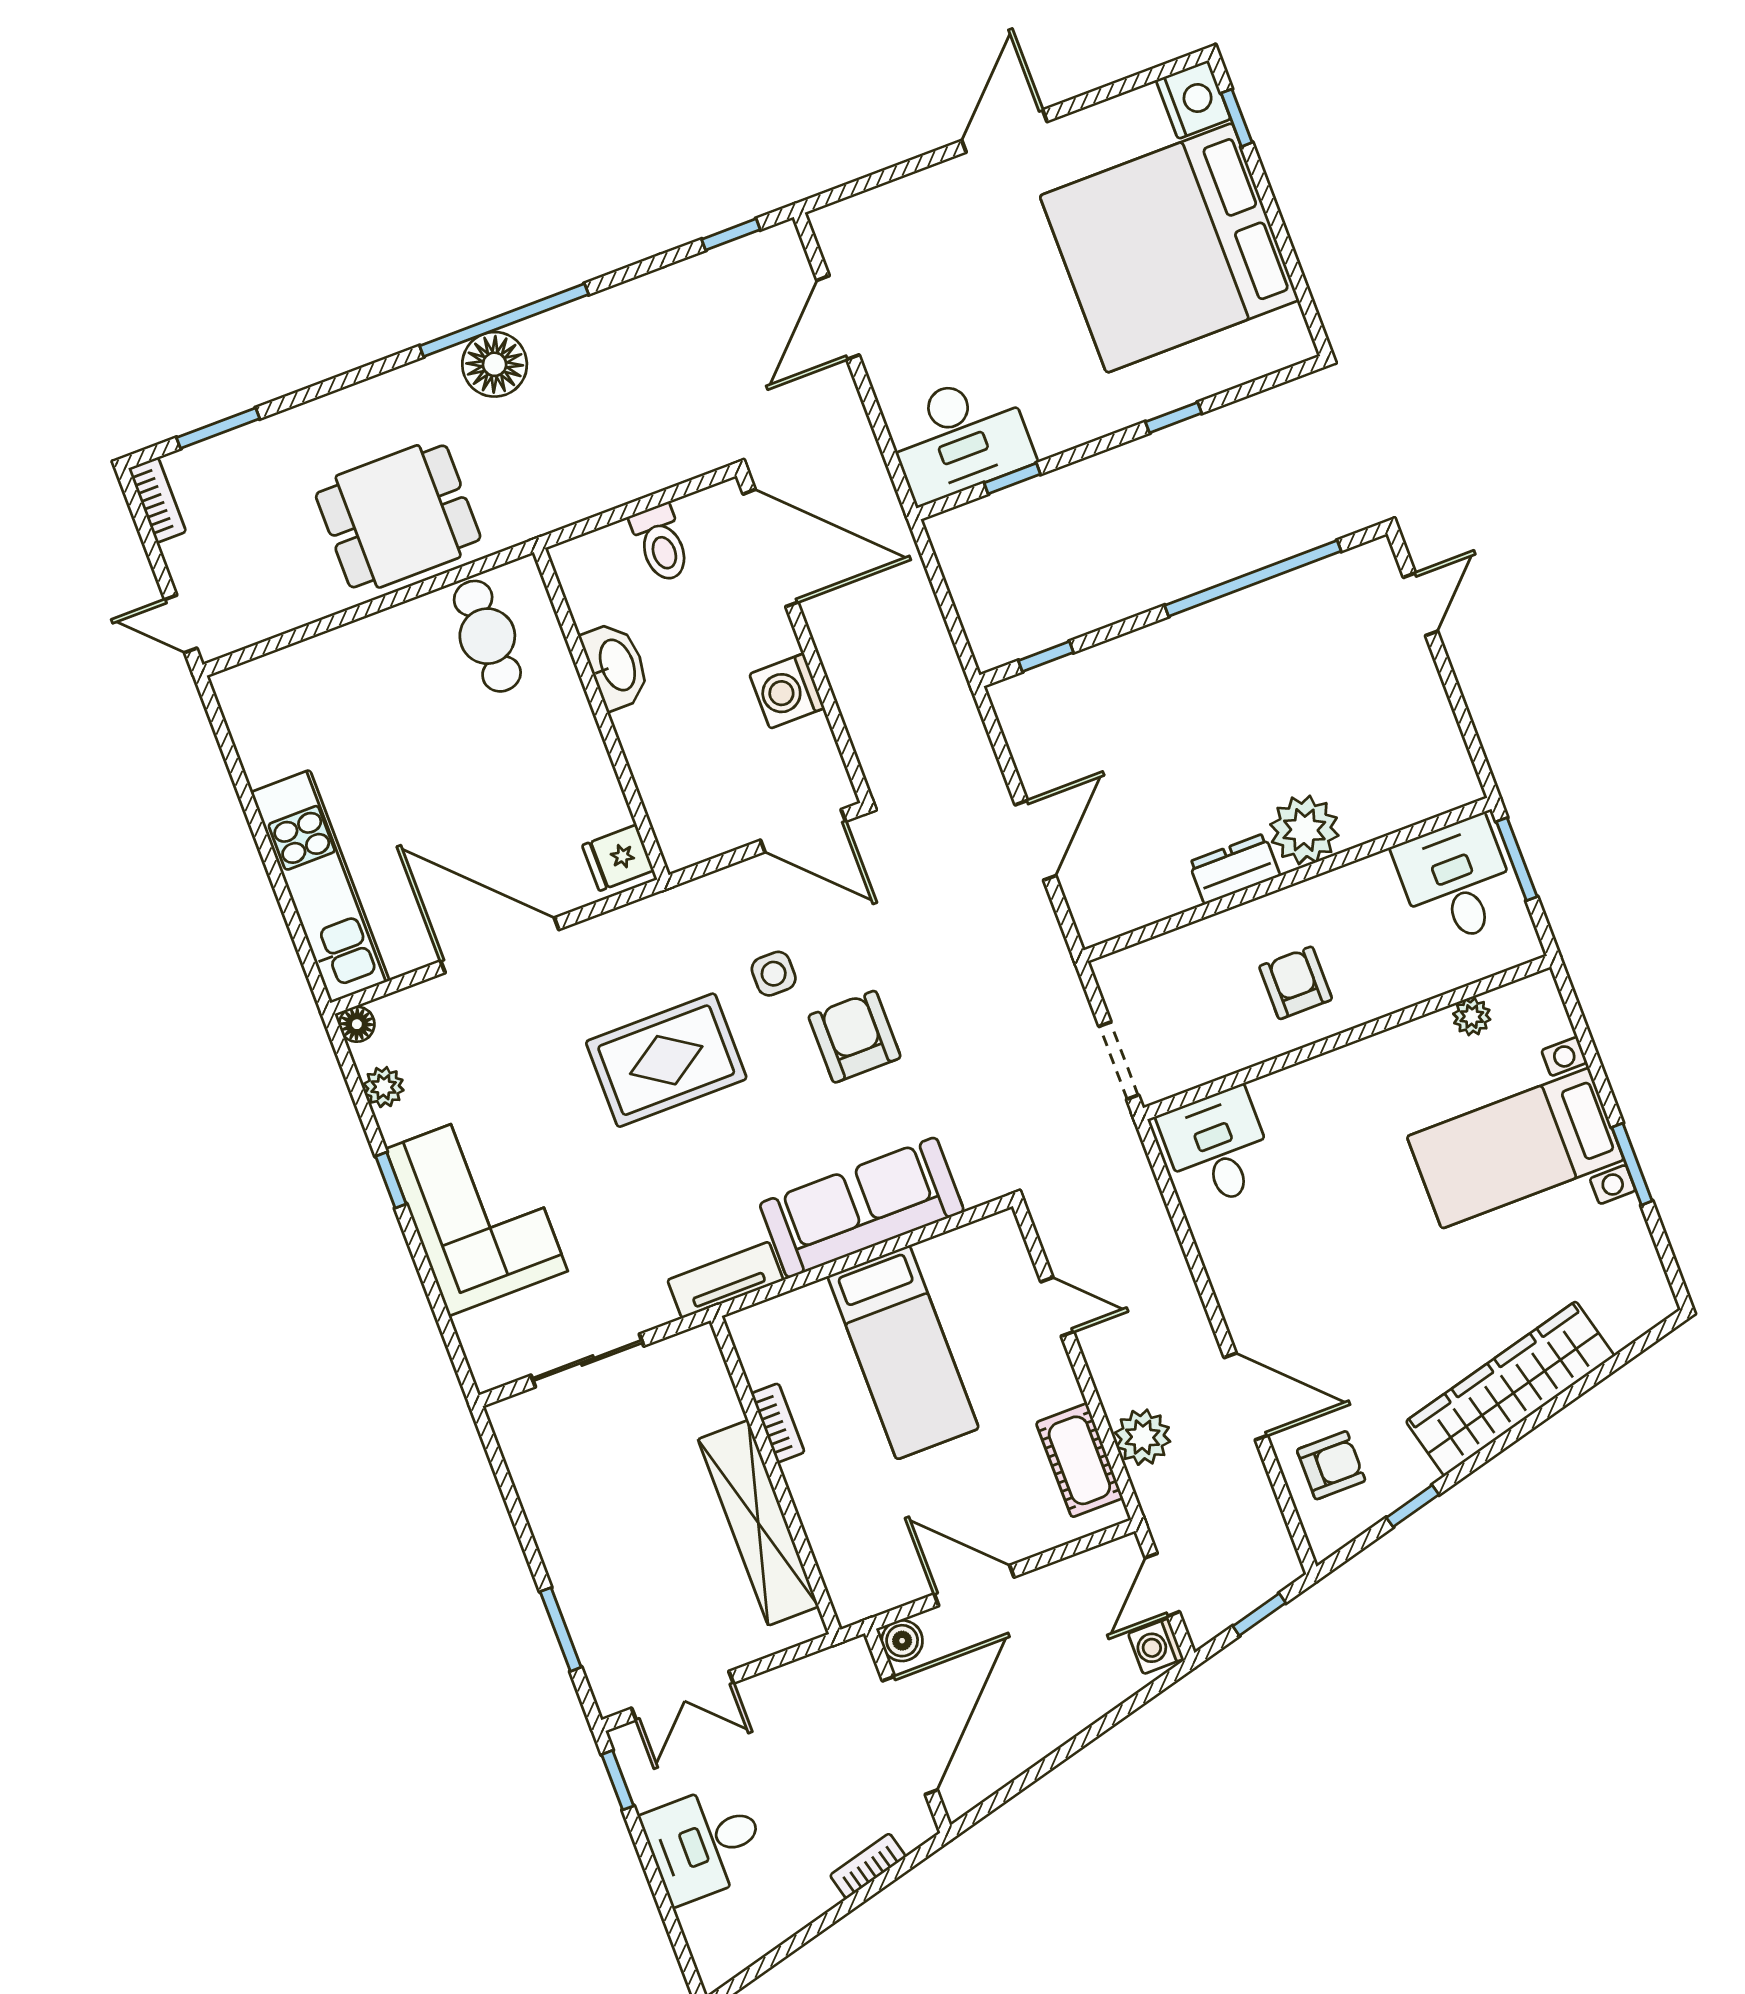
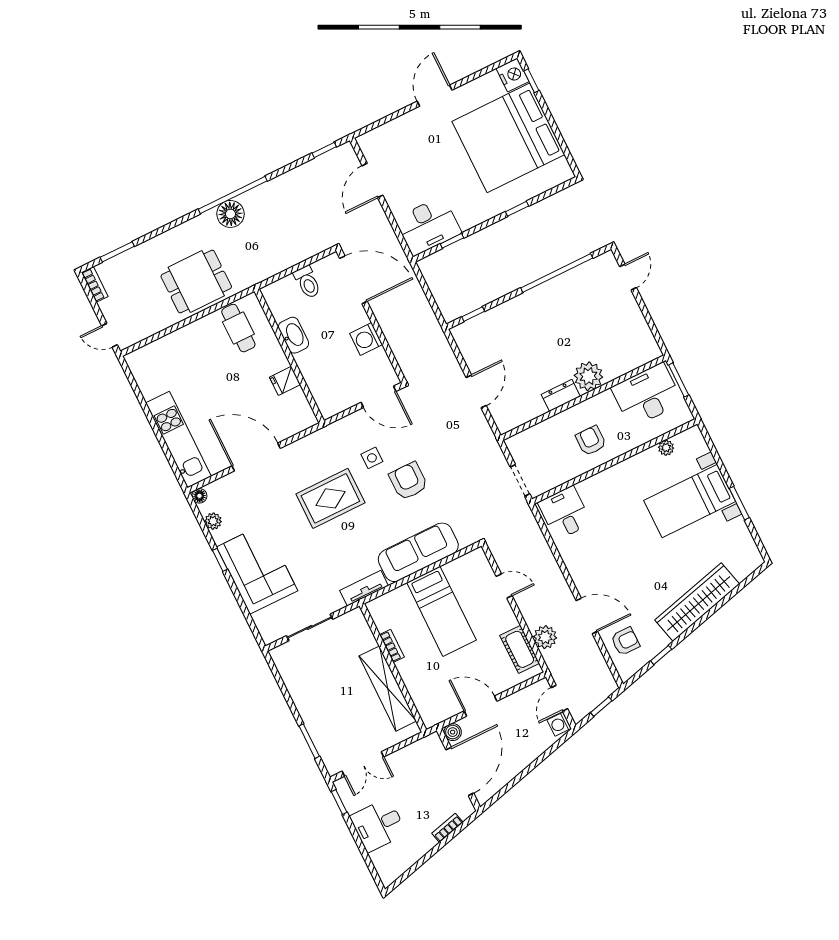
fridge: (618, 858) -> (285, 381), moved
desk: (1456, 881) -> (647, 395), width x1.37

